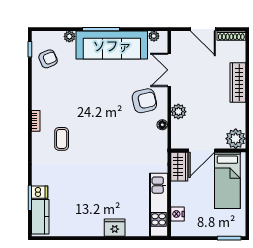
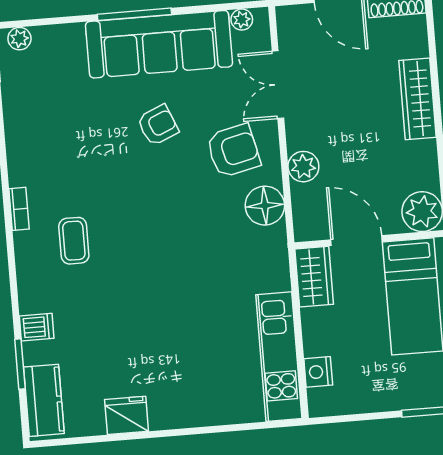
plant: (69, 36) -> (19, 39), moved
armchair: (48, 59) -> (158, 125), moved
floor lamp: (162, 125) -> (265, 206), width x1.89, depth x1.89
door: (202, 150) -> (356, 241), swing flipped
dishwasher: (40, 192) -> (37, 327), moved
fridge: (115, 228) -> (127, 415), moved

